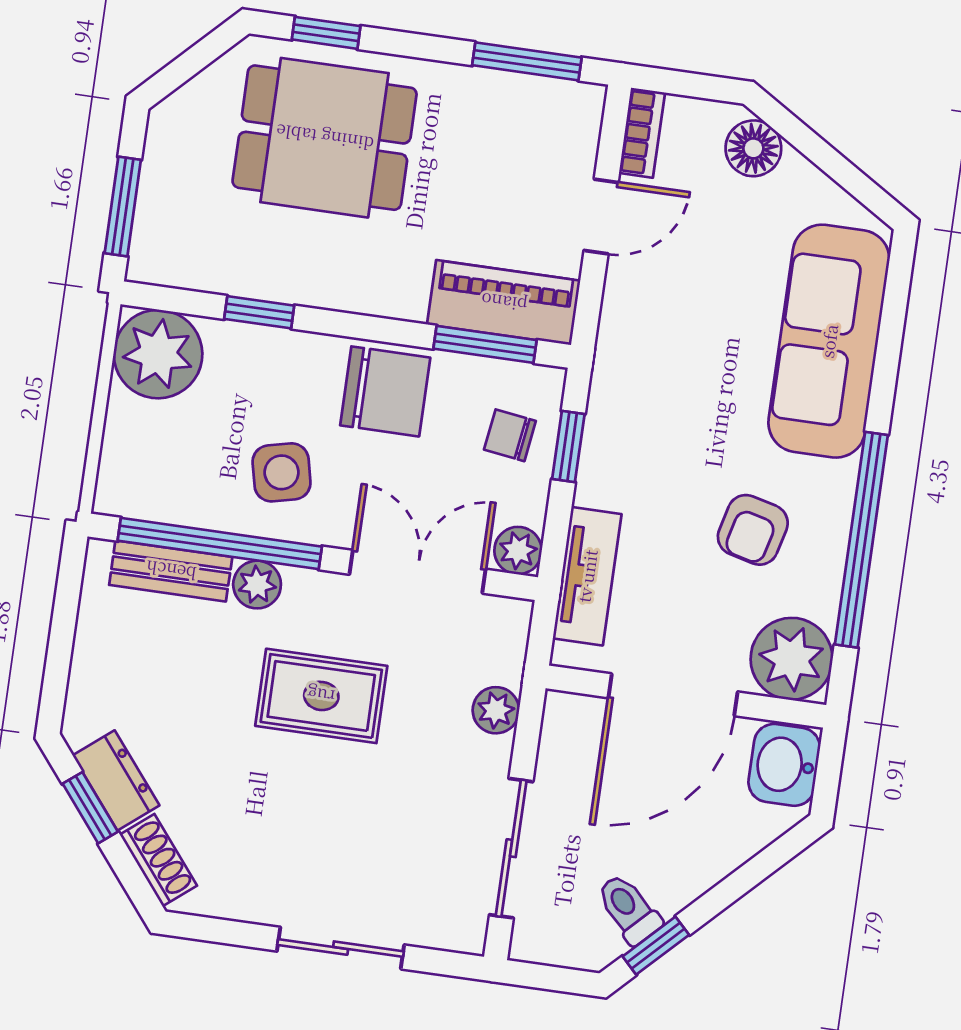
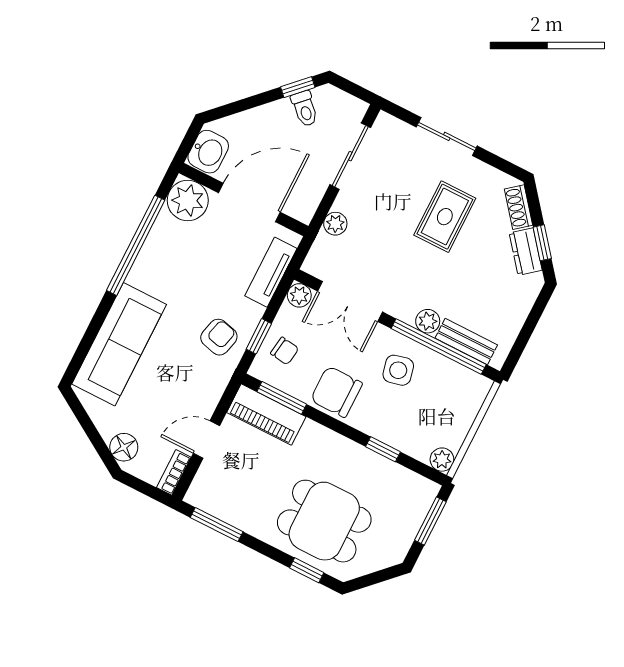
plant: (158, 354) -> (442, 460), width x0.53, depth x0.53
armchair: (753, 530) -> (219, 337), moved
rug: (321, 696) -> (445, 217), moved, turned 90

